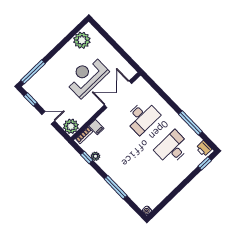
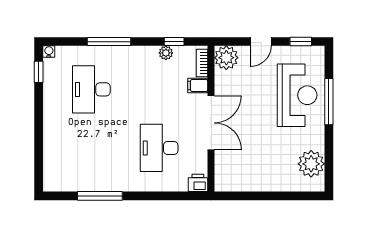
window: (33, 72) -> (329, 102), moved
reception desk: (87, 77) -> (297, 95), moved
double door: (118, 94) -> (211, 123), moved
desk: (172, 148) -> (91, 89), moved, turned 180
printer: (204, 149) -> (198, 183), moved
window: (205, 163) -> (39, 72), moved

